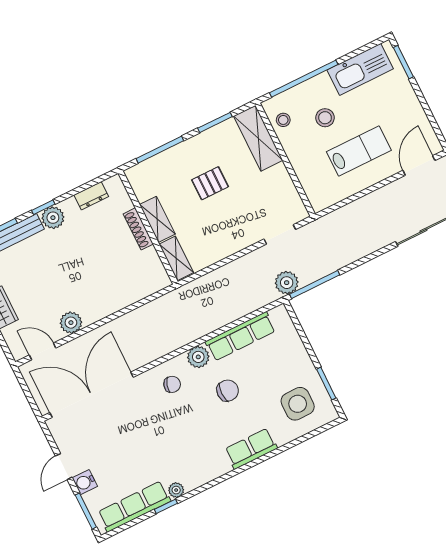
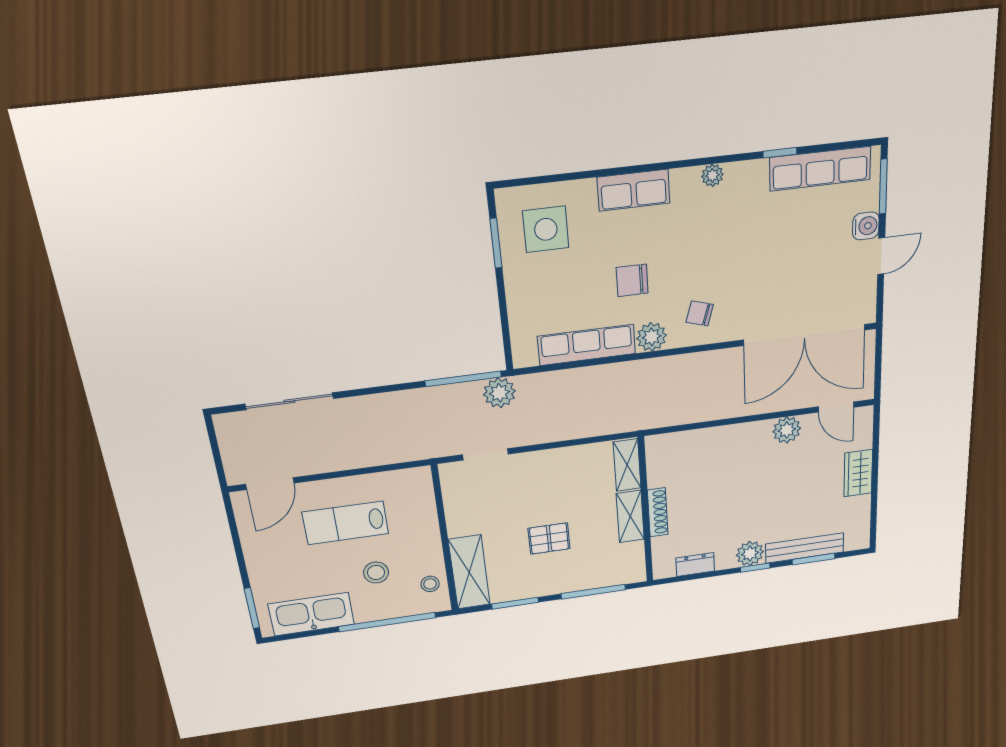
plant: (176, 490) -> (712, 175), moved

